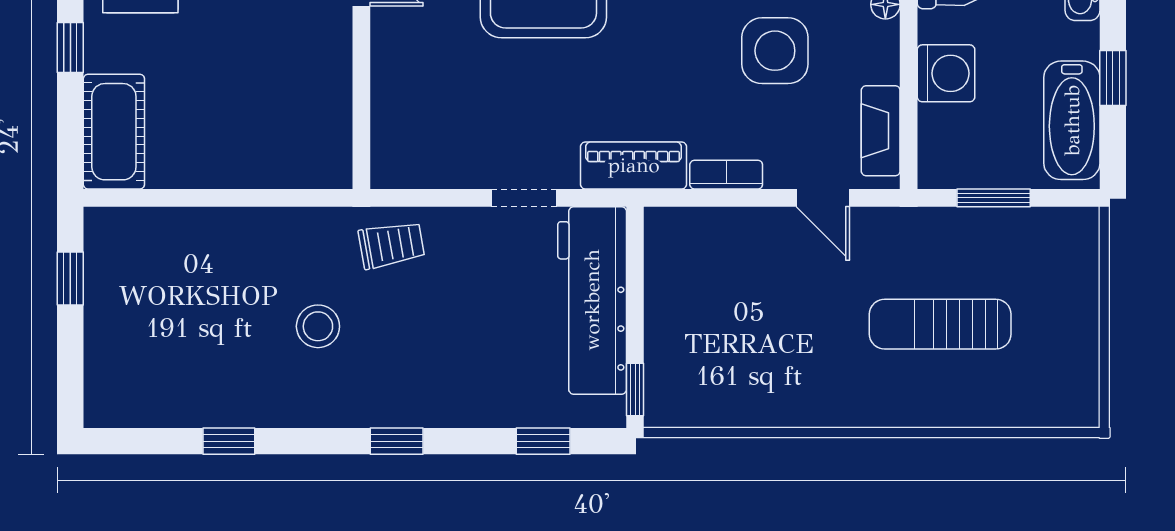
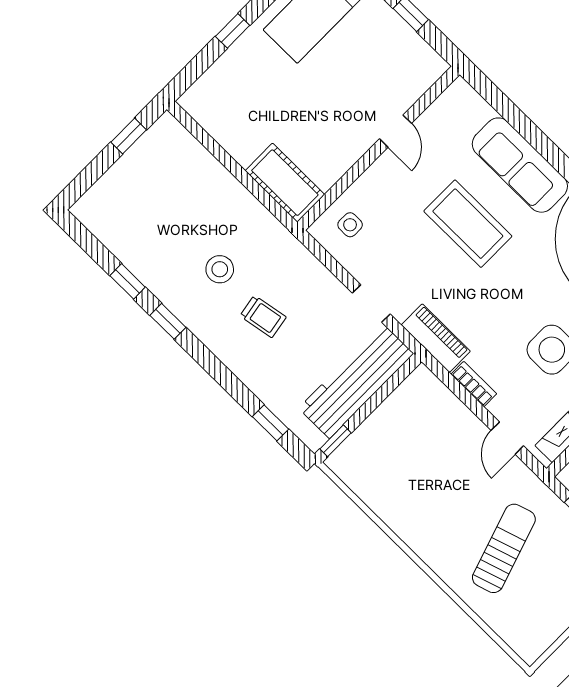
cot: (114, 132) -> (285, 183), moved, turned 90
side table: (414, 134) -> (350, 225), added
trolley: (391, 245) -> (263, 316), moved
sun lounger: (940, 324) -> (504, 548), turned 72
window: (397, 441) -> (168, 321), moved

